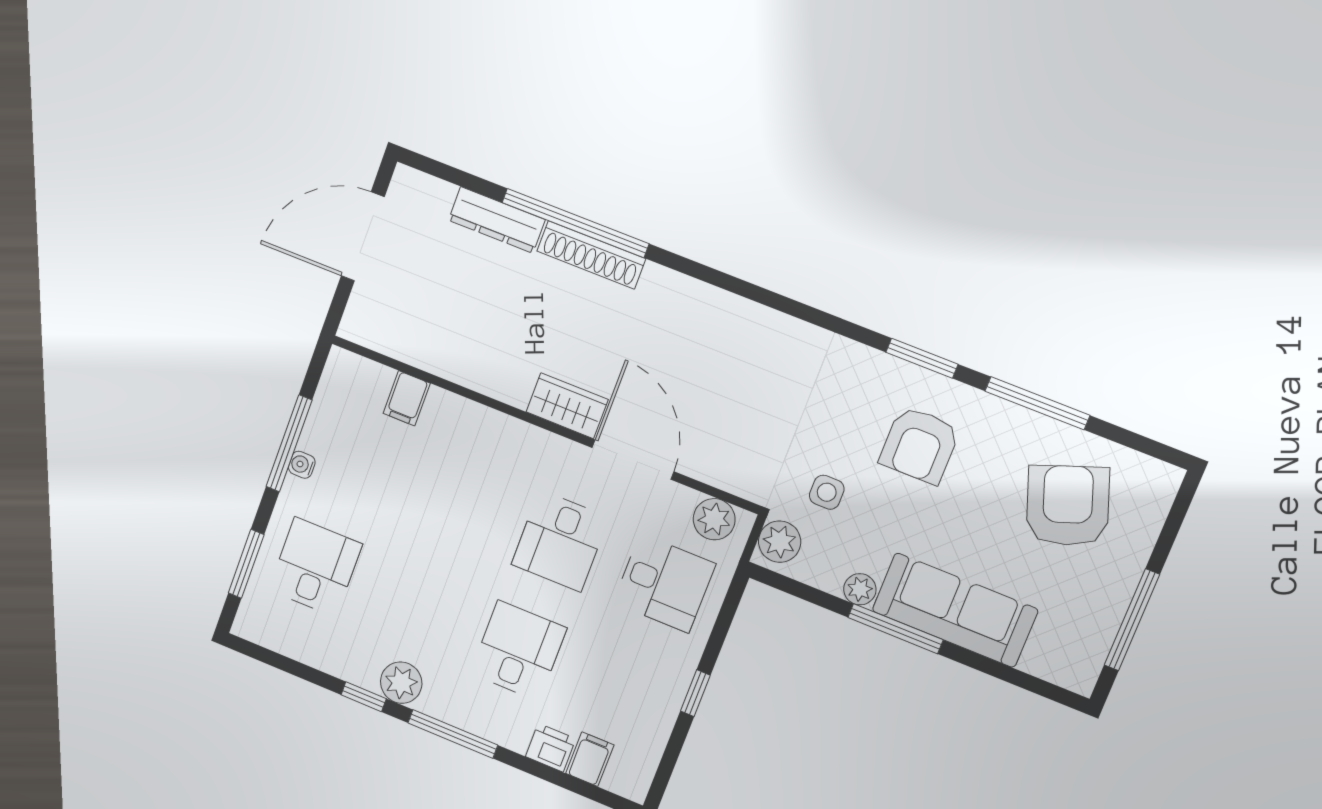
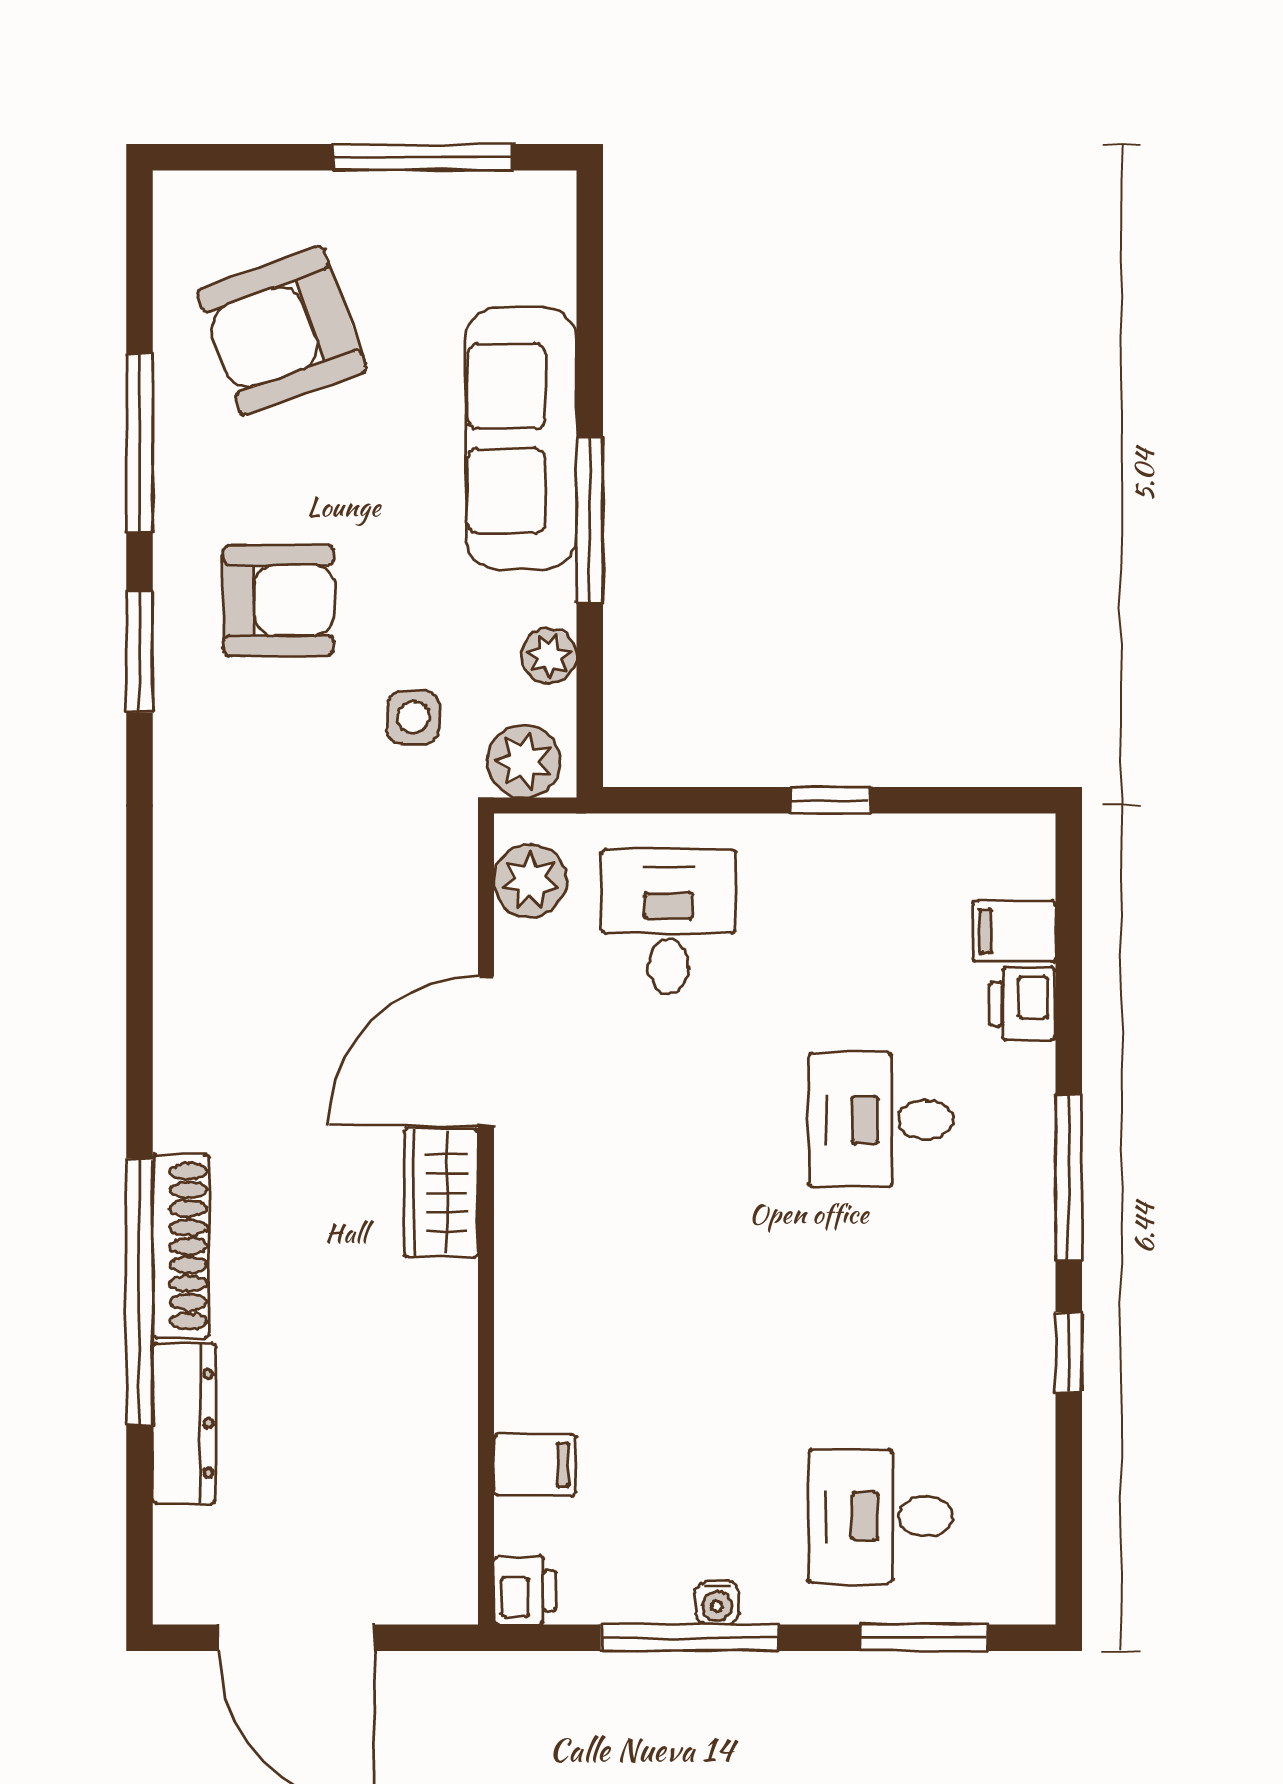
printer: (344, 367) -> (525, 1591), added
desk: (560, 541) -> (669, 1120), removed
plant: (860, 589) -> (549, 656), moved
plant: (401, 683) -> (1018, 1297), removed

